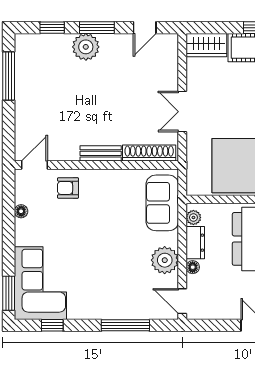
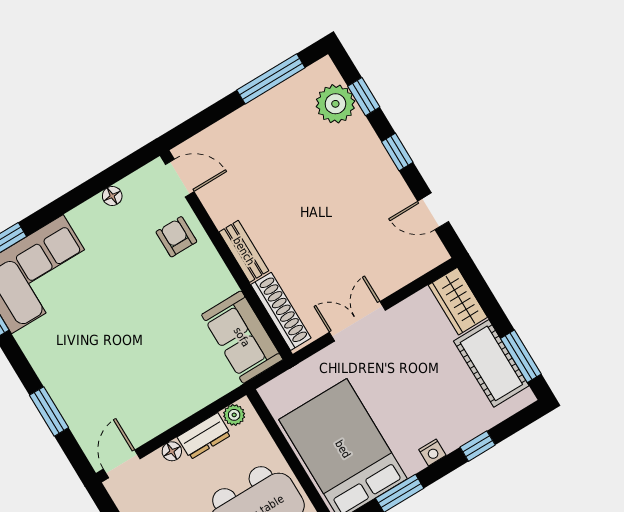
window: (97, 28) -> (397, 152), width x0.67
plant: (86, 47) -> (335, 104), moved
sofa: (162, 203) -> (242, 337), moved, turned -90
plant: (165, 260) -> (159, 411), removed
window: (125, 325) -> (49, 411), width x0.69

